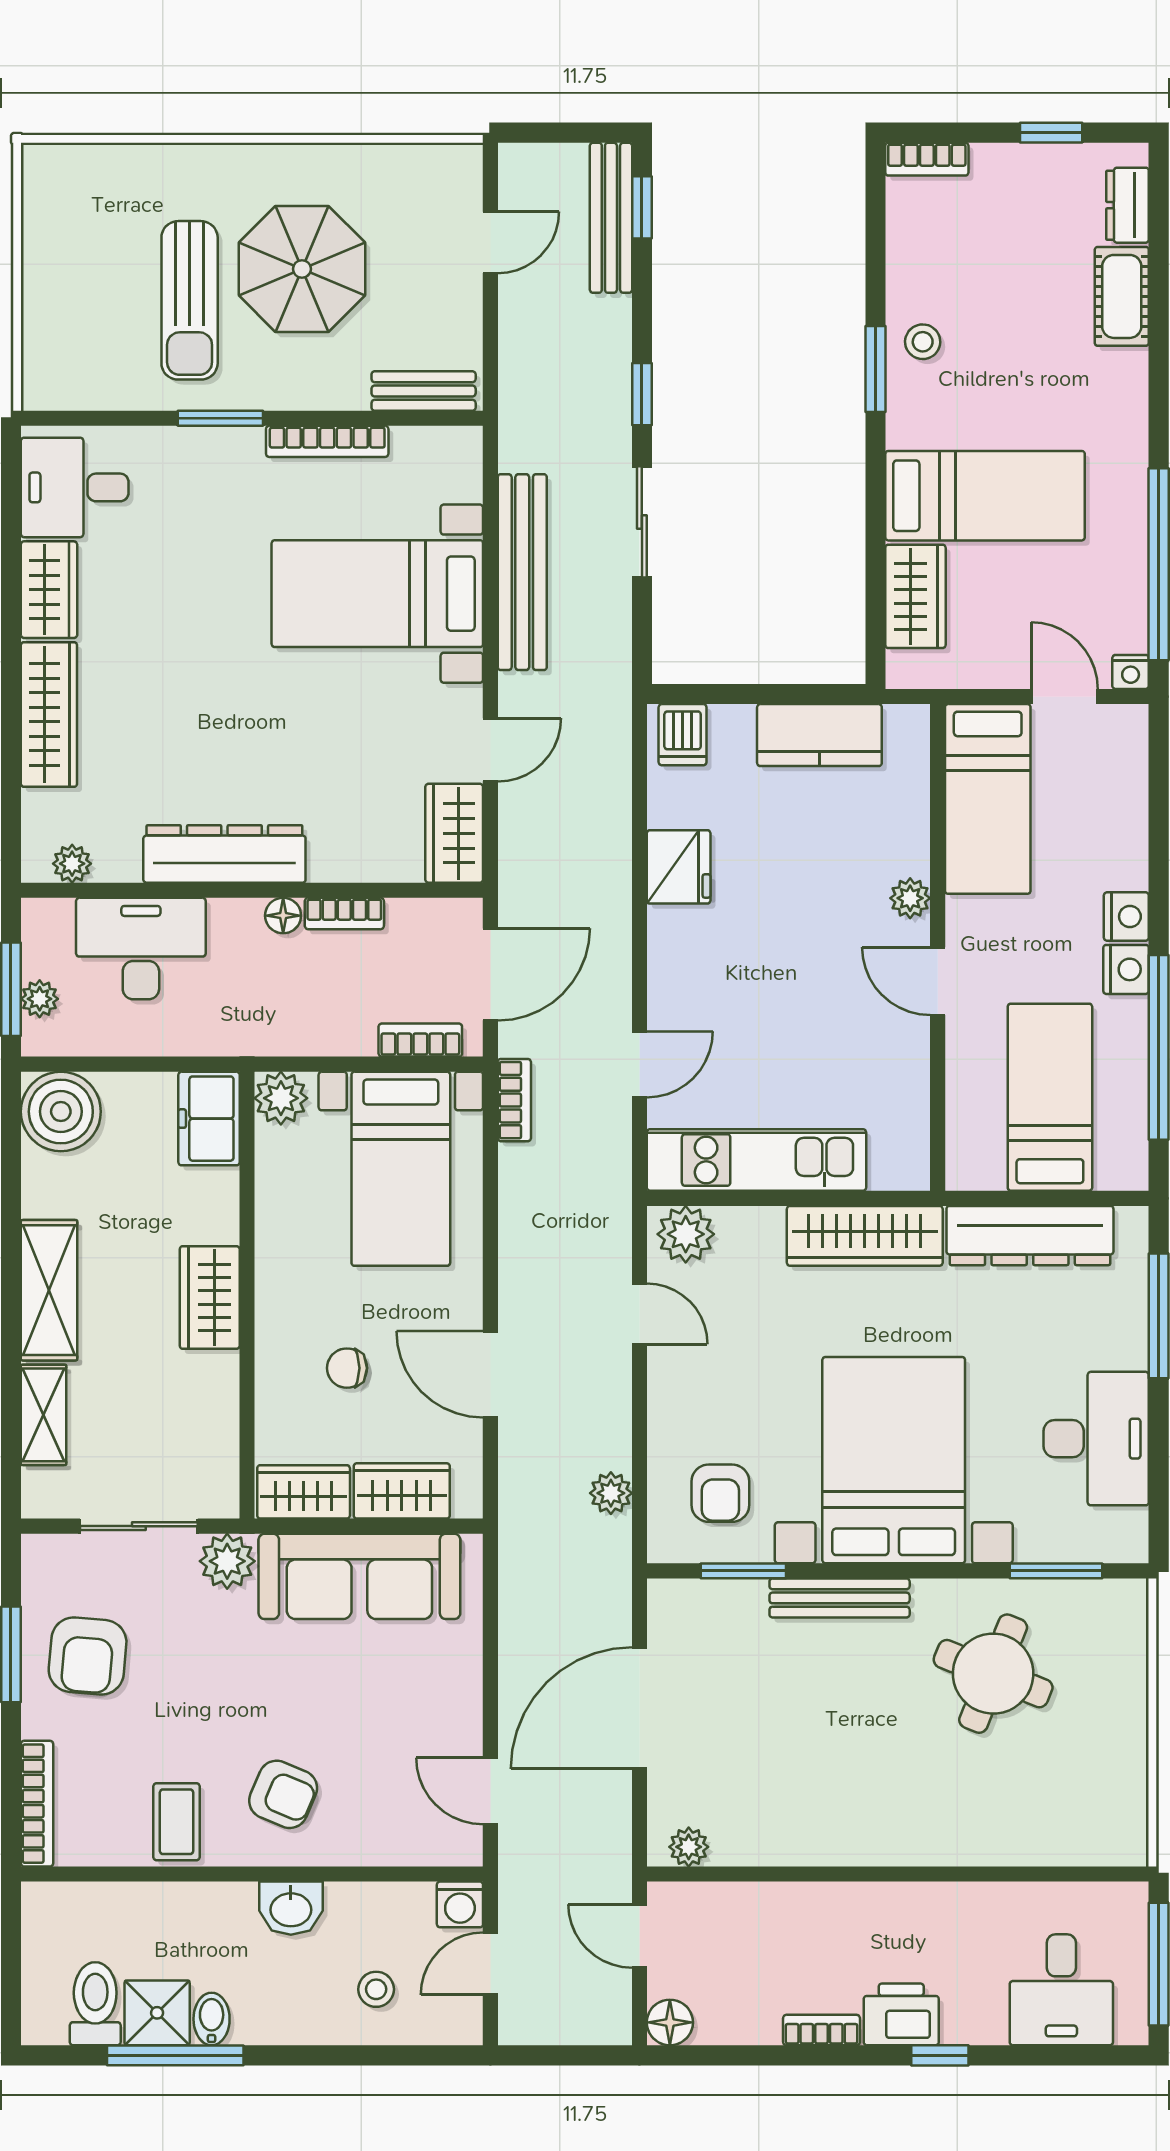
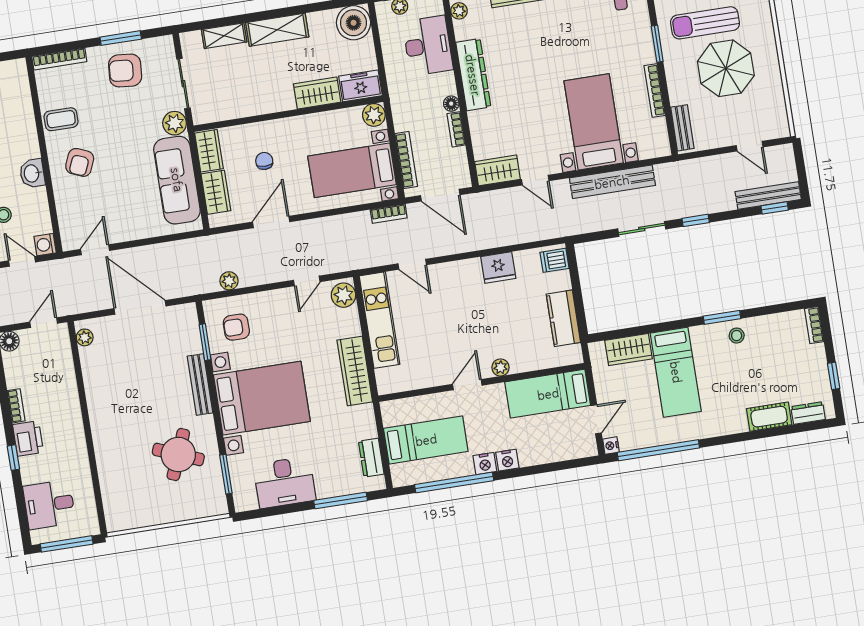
bookcase: (420, 1040) -> (406, 160), width x1.56
dresser: (1030, 1236) -> (371, 458), width x0.51, depth x0.80
wardrobe: (210, 1297) -> (317, 93), moved

